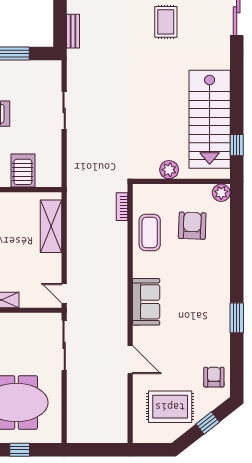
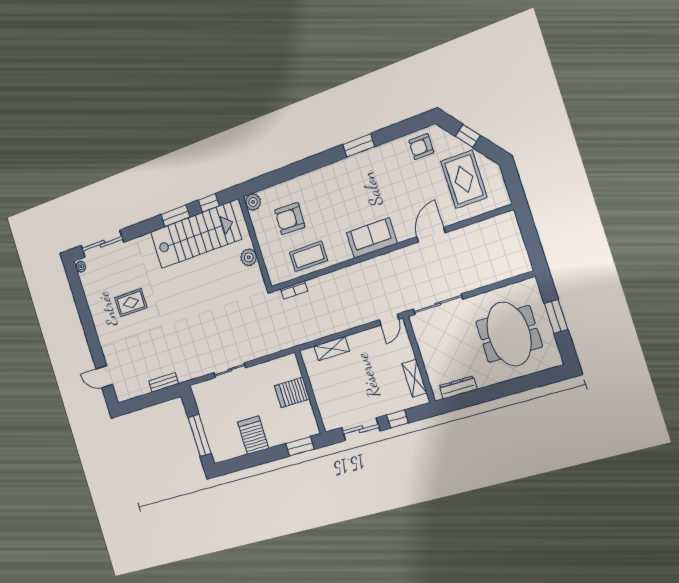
window: (237, 104) -> (175, 216), added
shelving: (51, 226) -> (332, 349), width x0.67, depth x0.75
window: (20, 450) -> (556, 316), width x1.50

